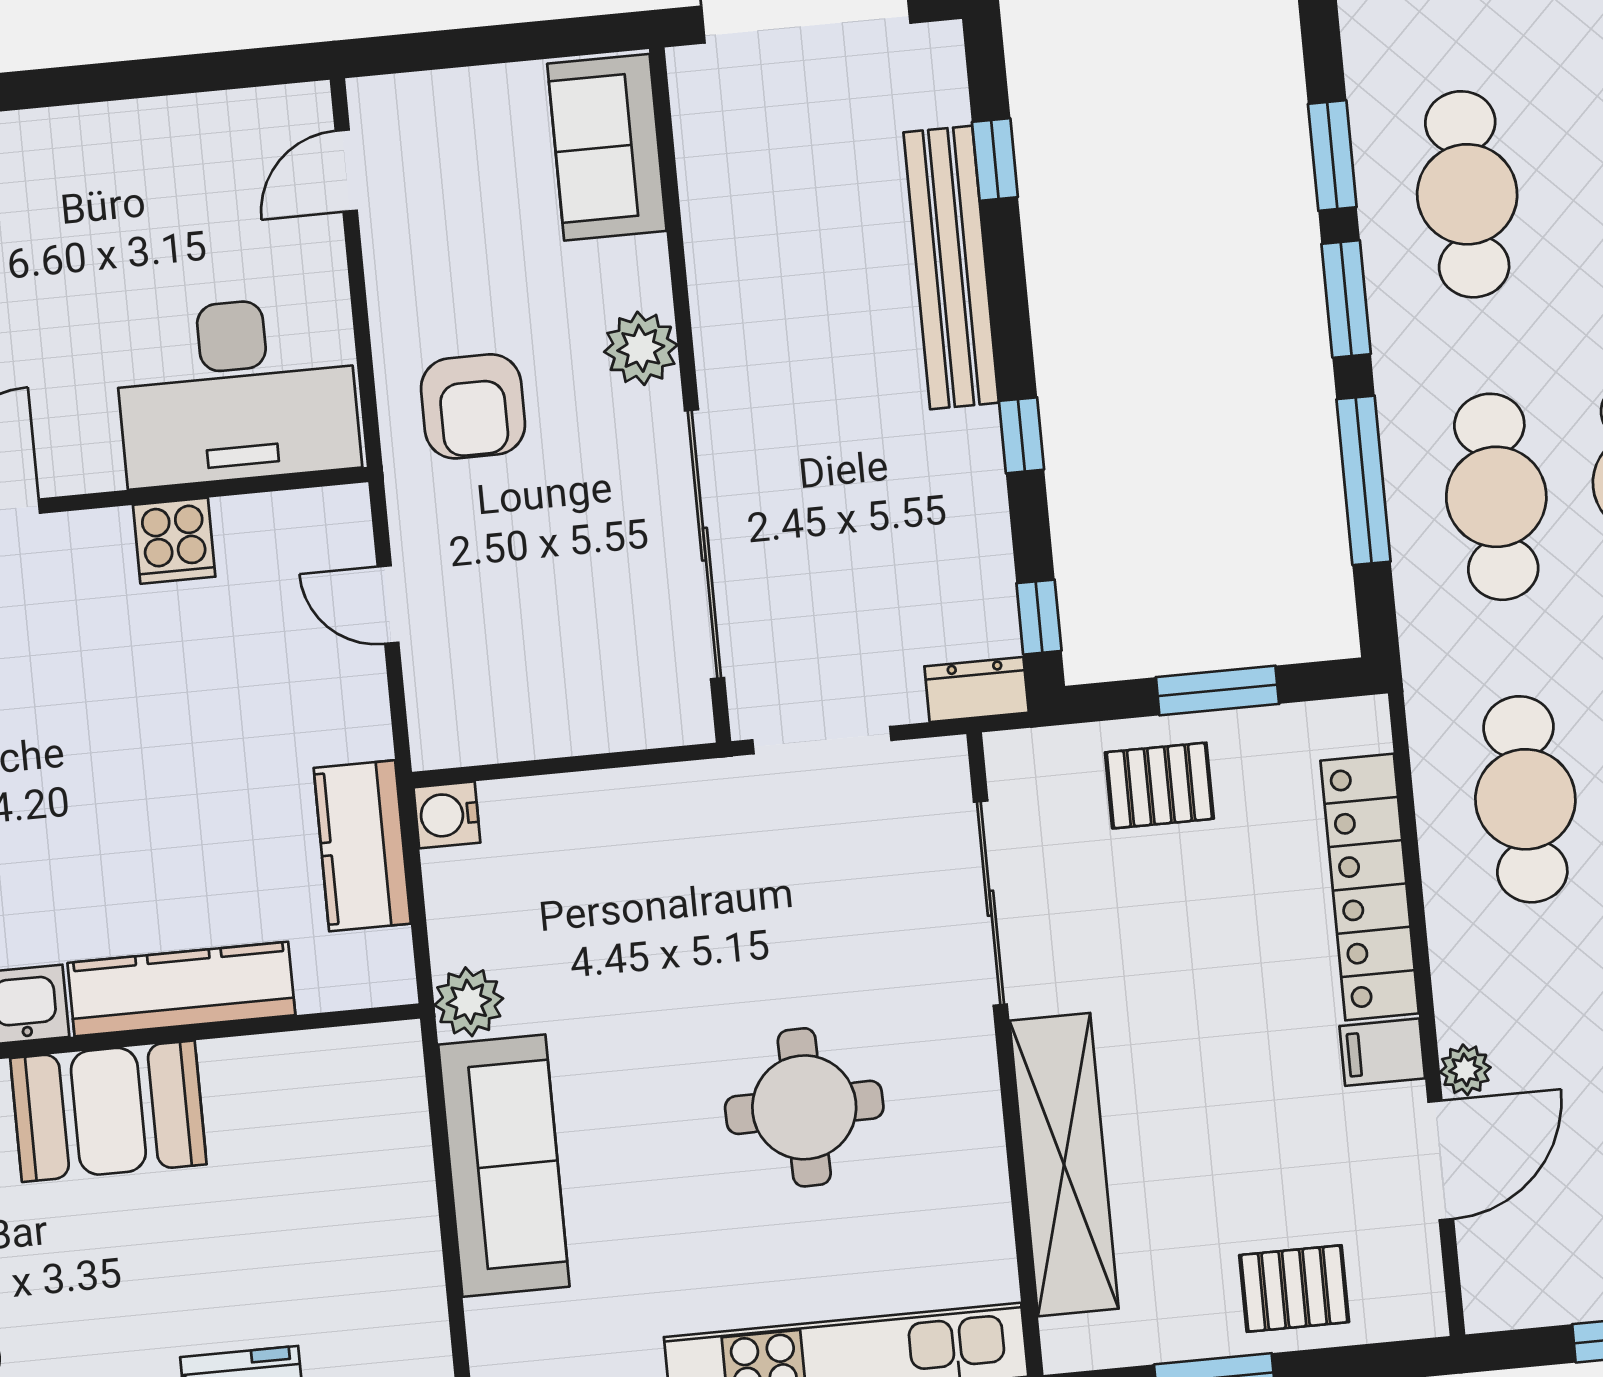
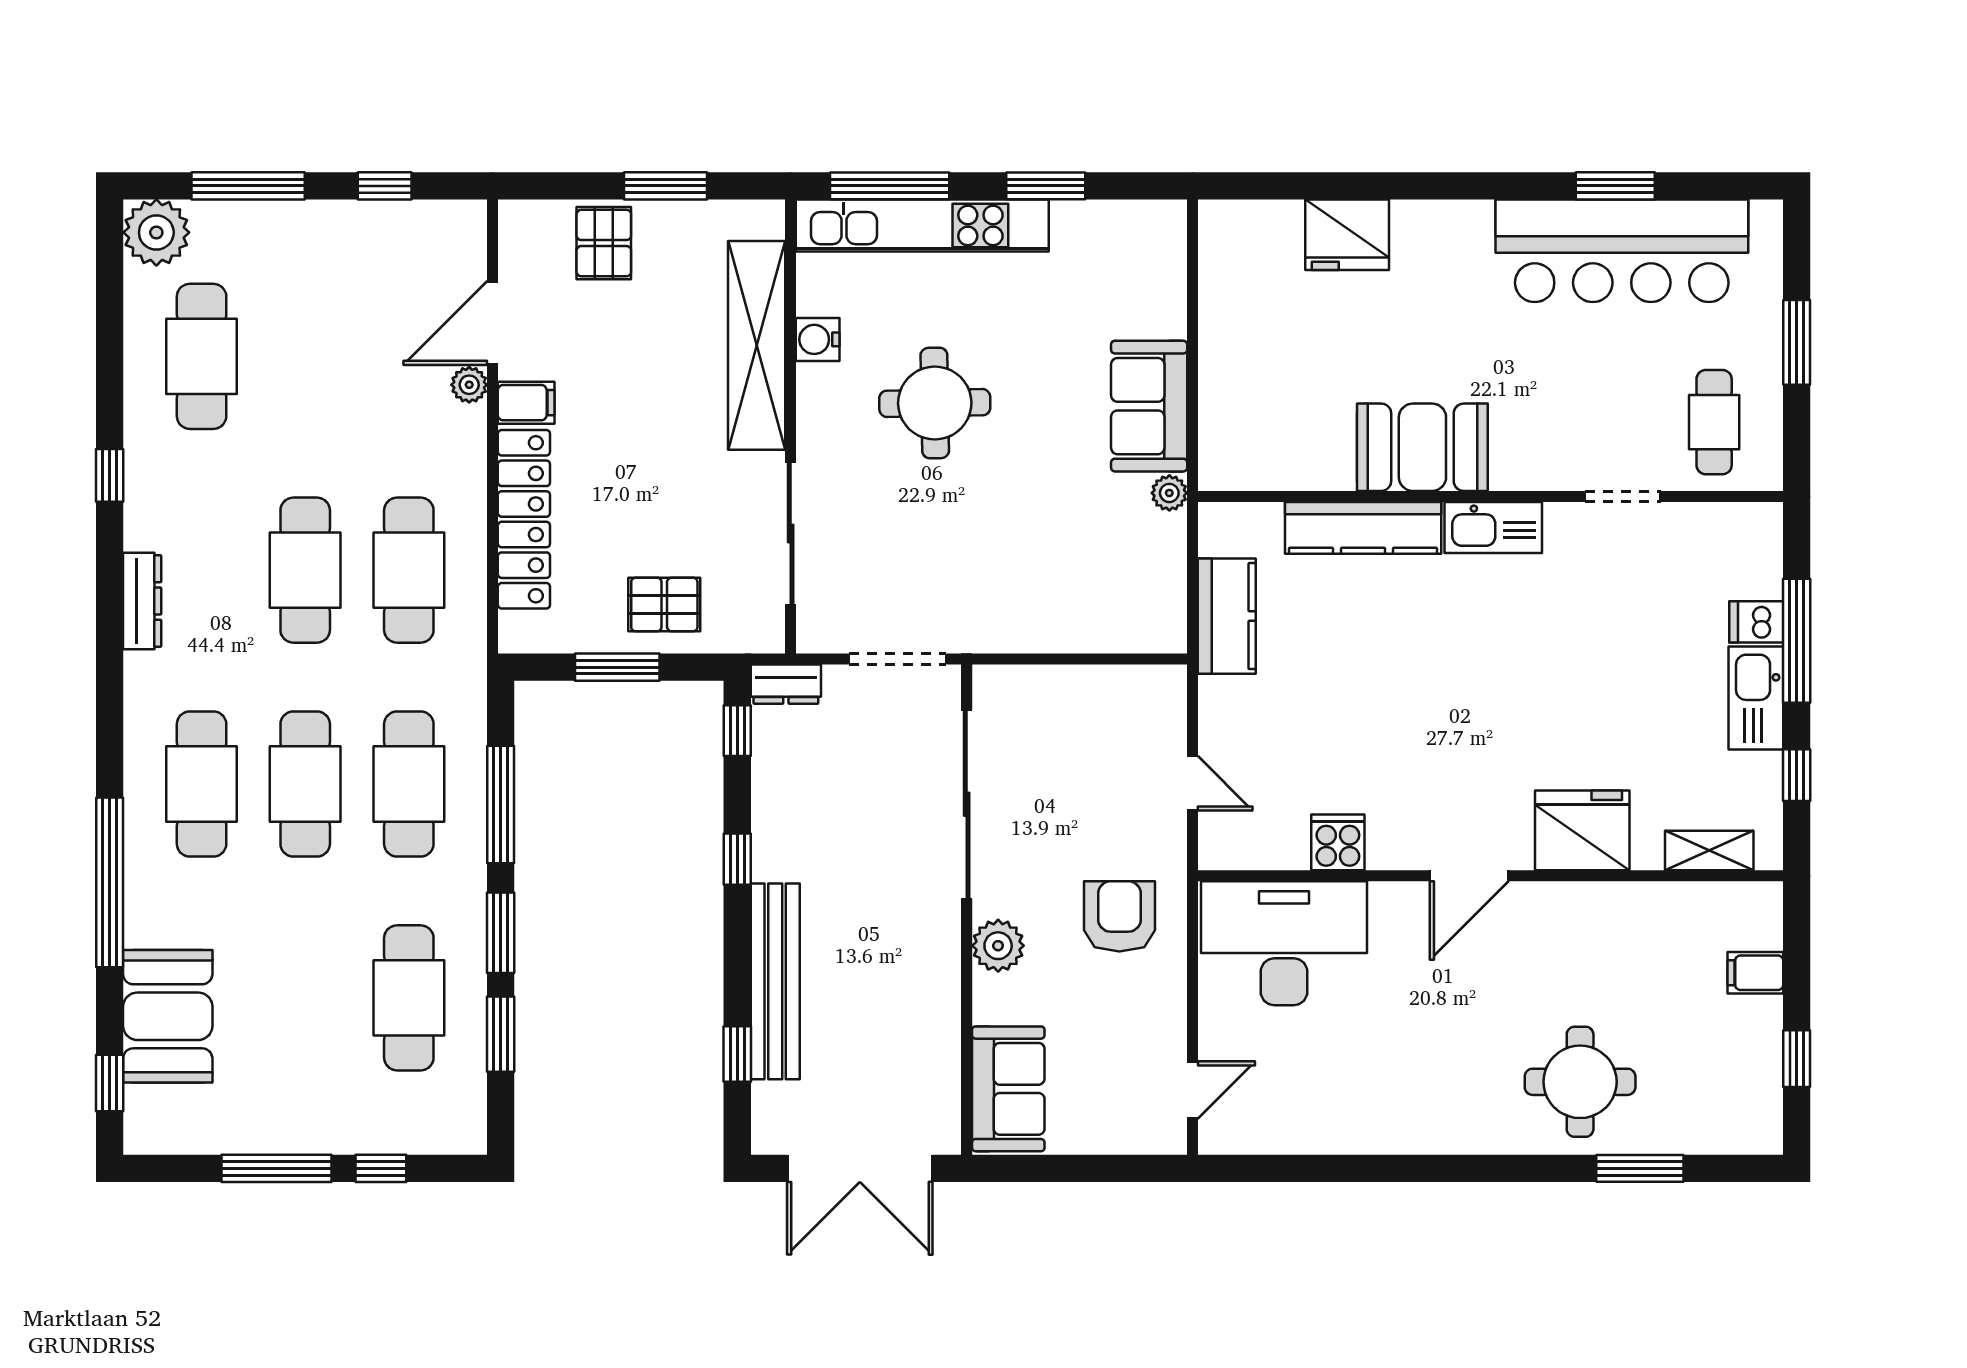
water cooler: (447, 815) -> (818, 339), moved, turned 180
plant: (469, 1002) -> (1169, 493), width x0.73, depth x0.73
sofa: (504, 1166) -> (1149, 406), width x0.73
pallet: (1294, 1289) -> (604, 243), turned 90

